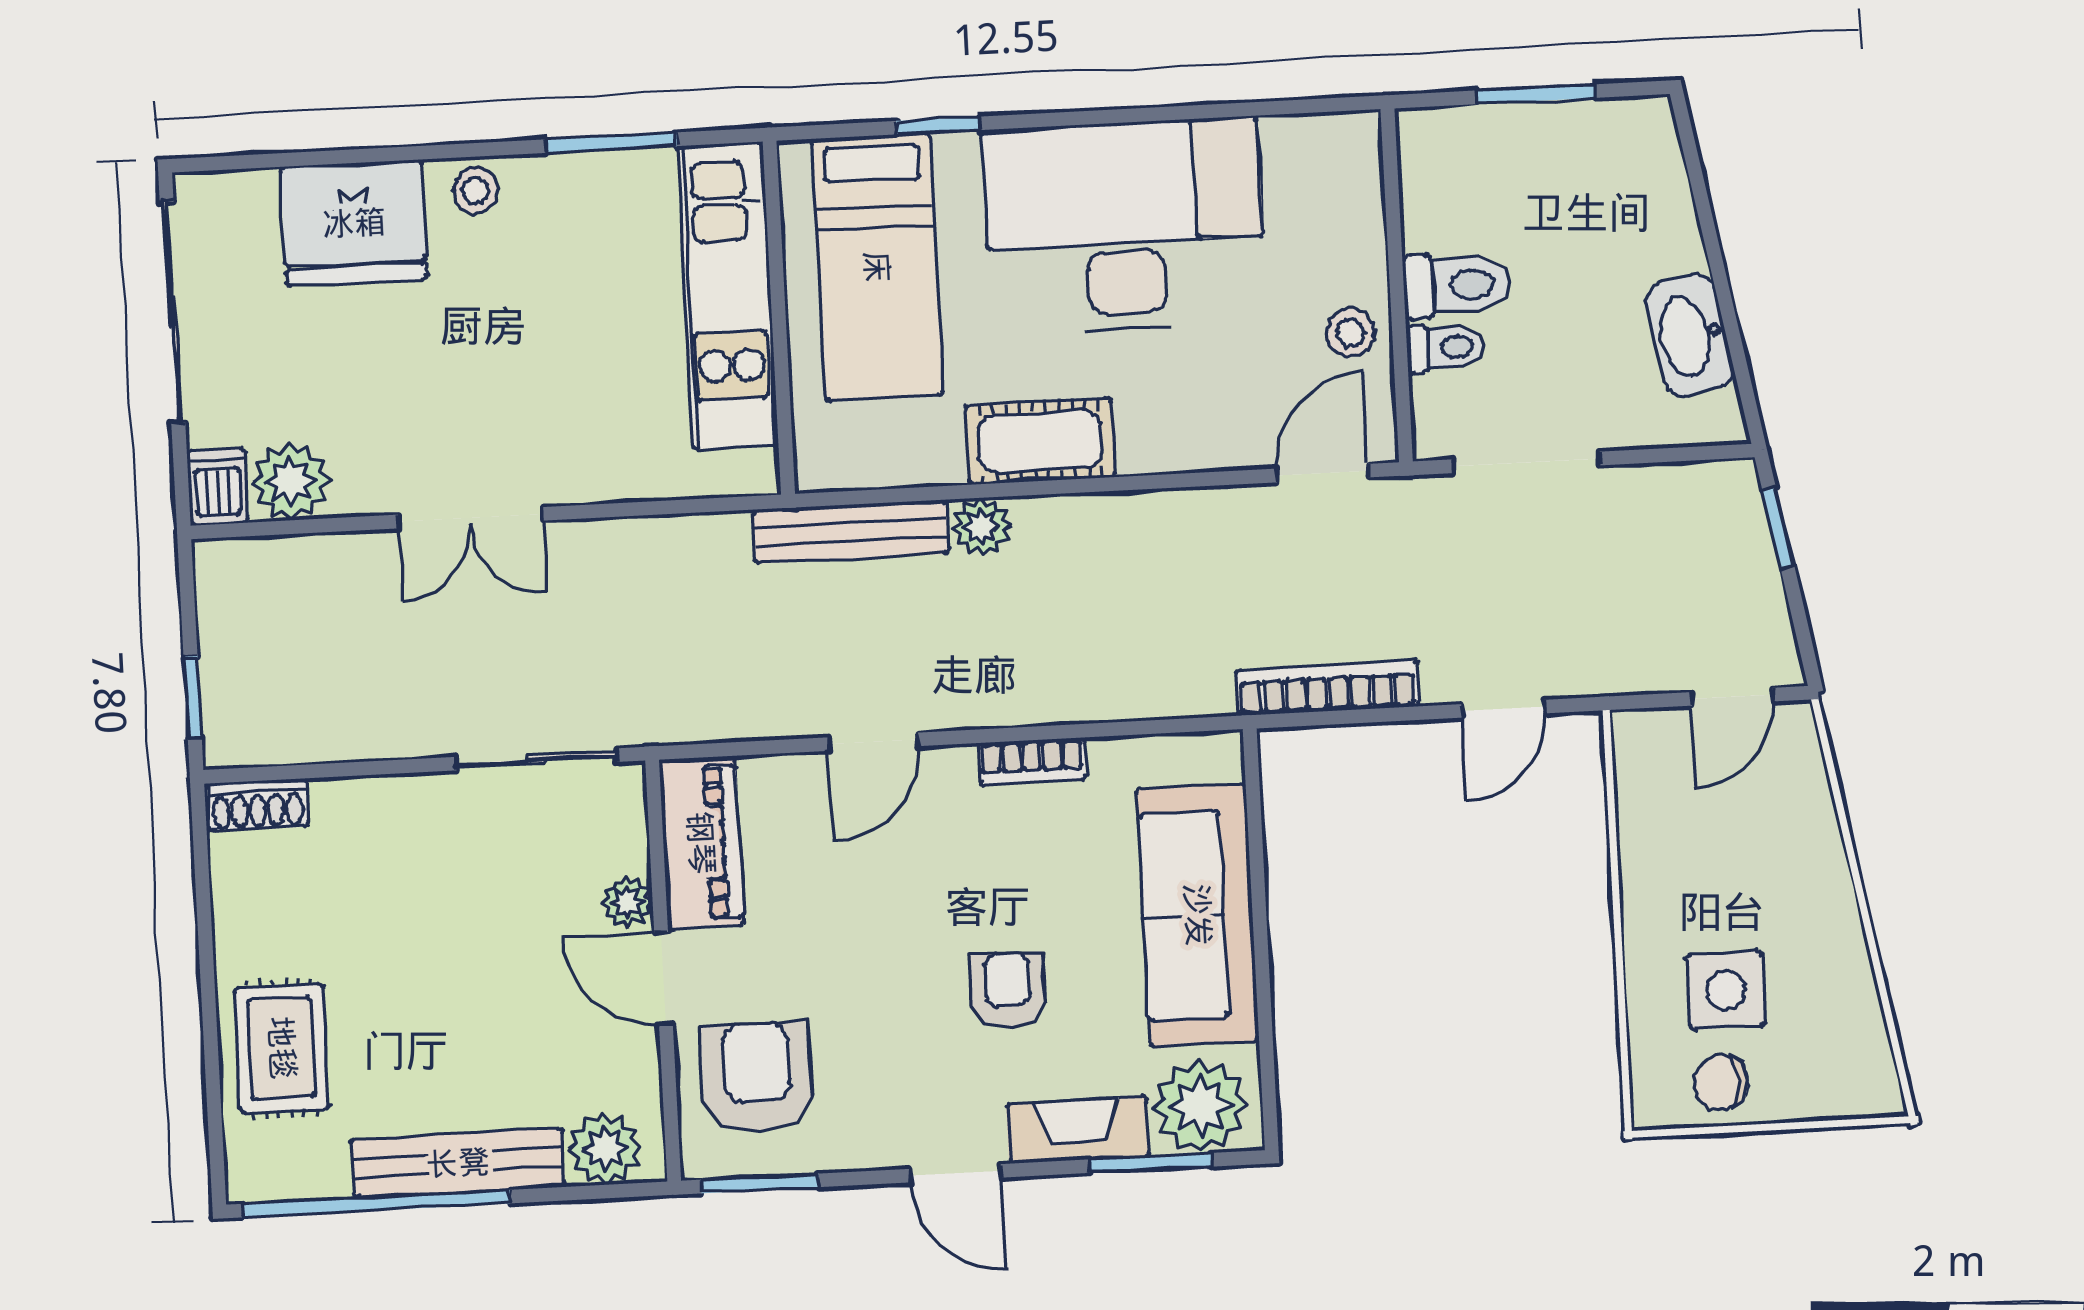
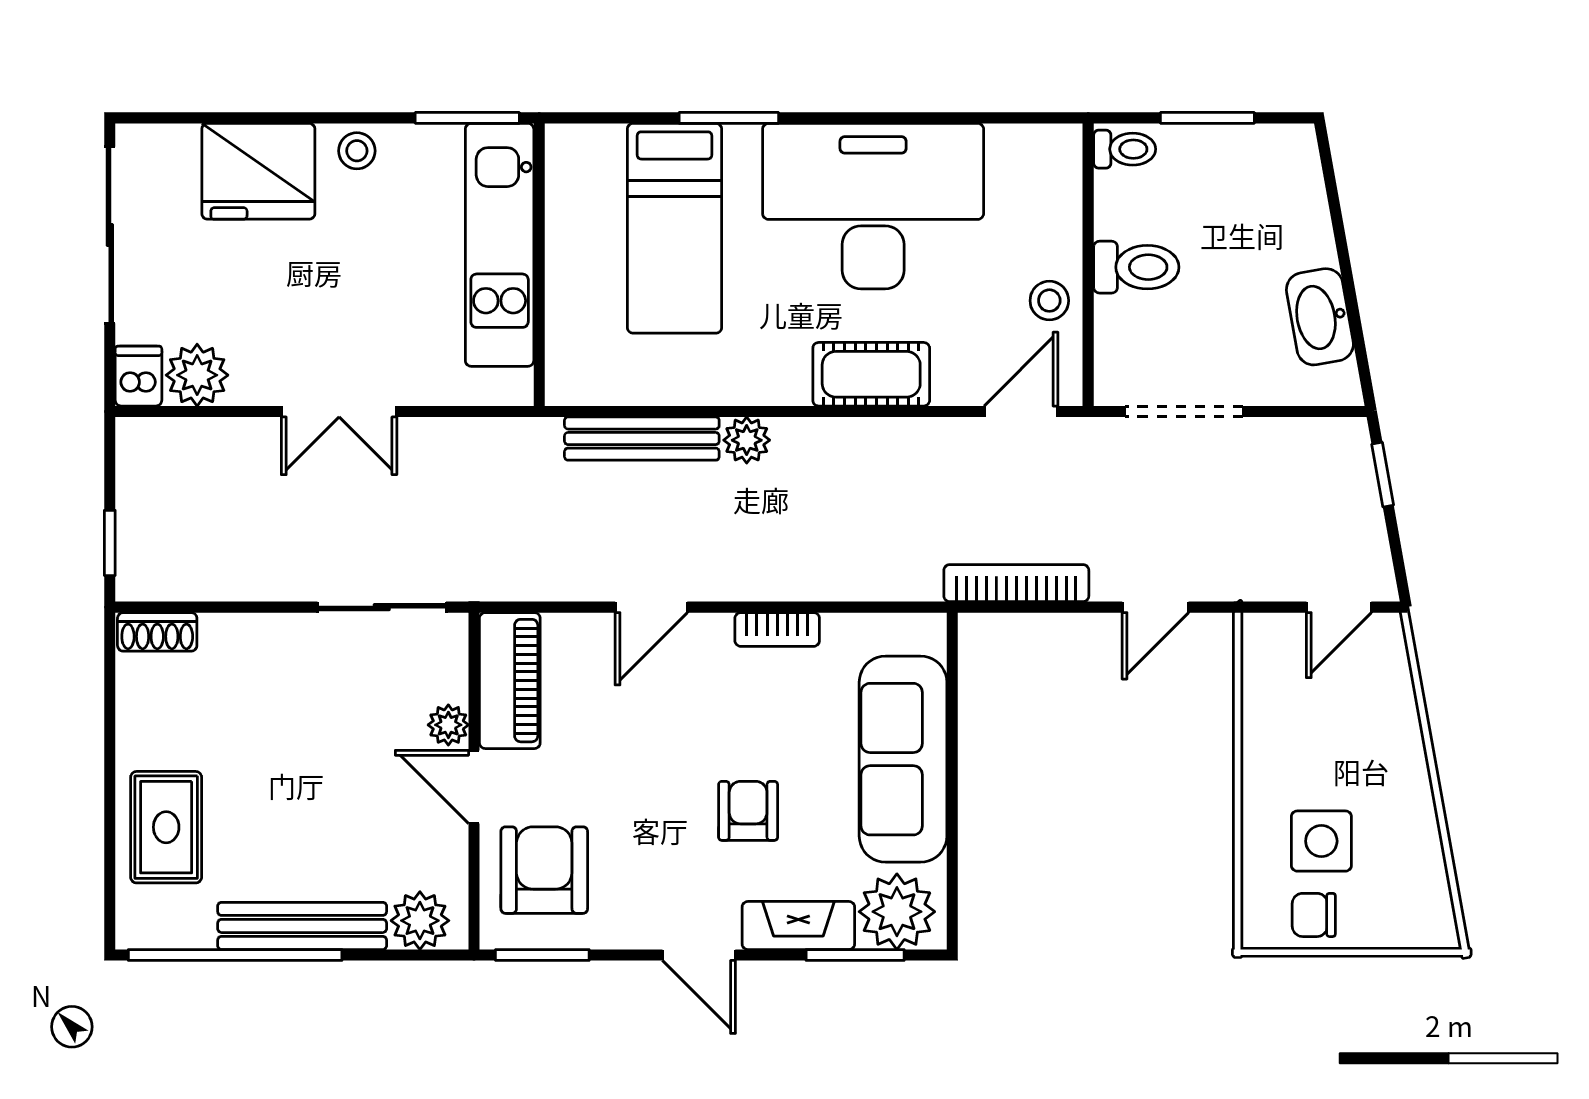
window: (938, 126) -> (729, 118), width x1.50
kitchen unit: (728, 296) -> (500, 245), moved
wall: (779, 318) -> (539, 265), moved
toilet: (1446, 348) -> (1125, 149), moved
cot: (1040, 441) -> (871, 374), moved

